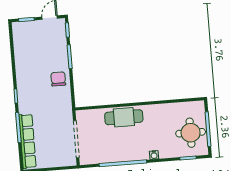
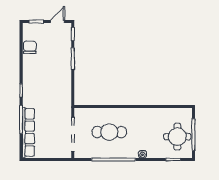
chair: (58, 79) -> (30, 47), moved
cafe table: (124, 117) -> (109, 132), moved

